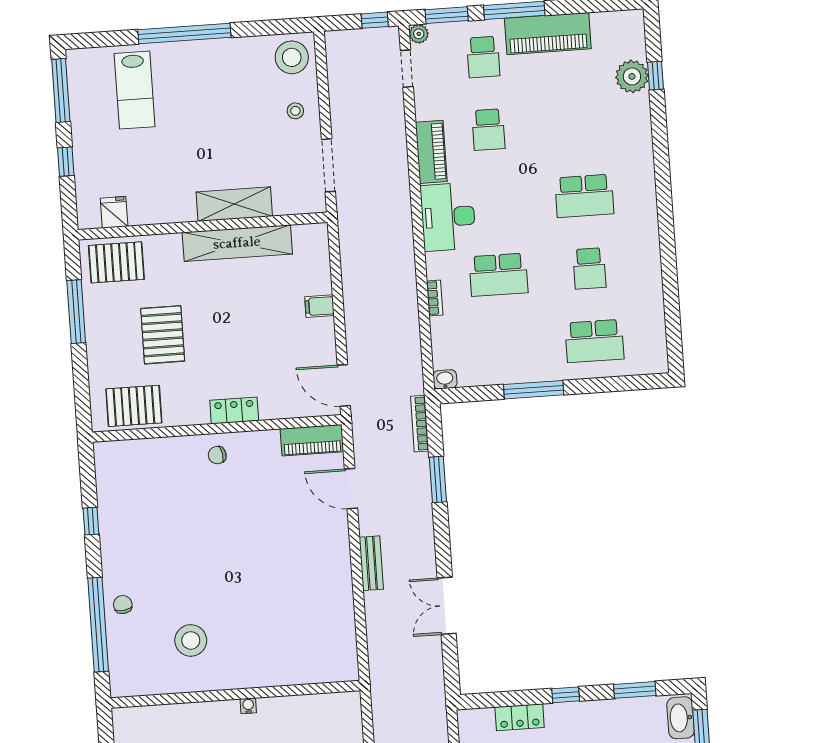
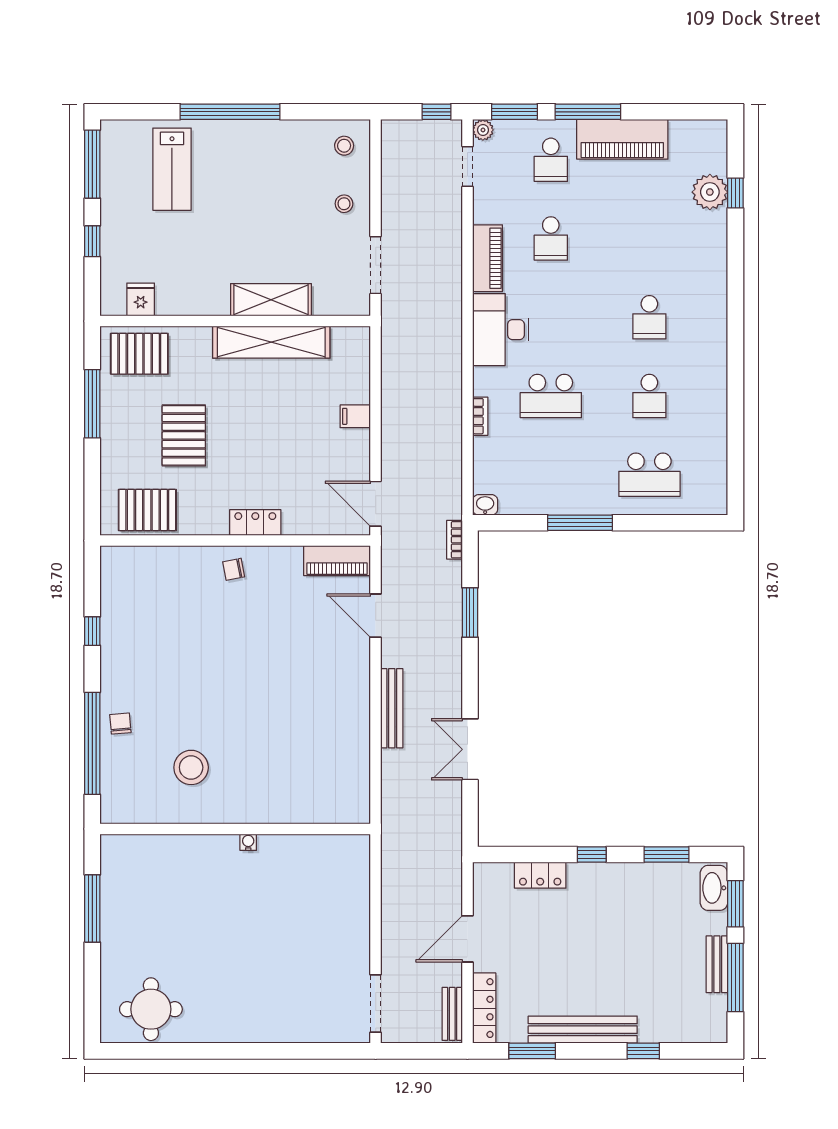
stool: (292, 57) -> (344, 146), width x0.53, depth x0.53
school desk: (584, 196) -> (649, 317), width x0.54
bookcase: (420, 424) -> (455, 540), width x0.64
bench: (371, 563) -> (392, 708), width x1.36

